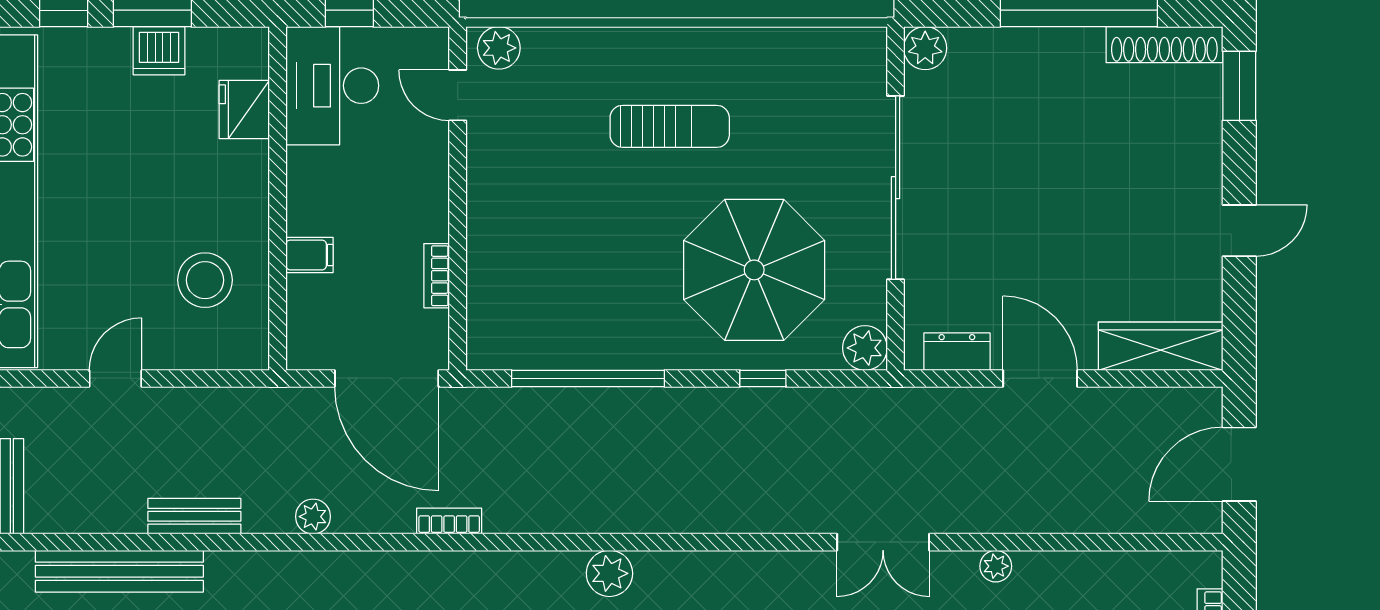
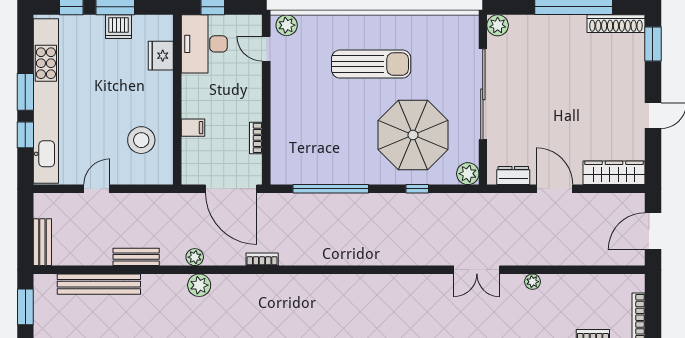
sun lounger: (670, 126) -> (371, 64), width x1.36, depth x1.34
plant: (609, 573) -> (199, 285), moved

